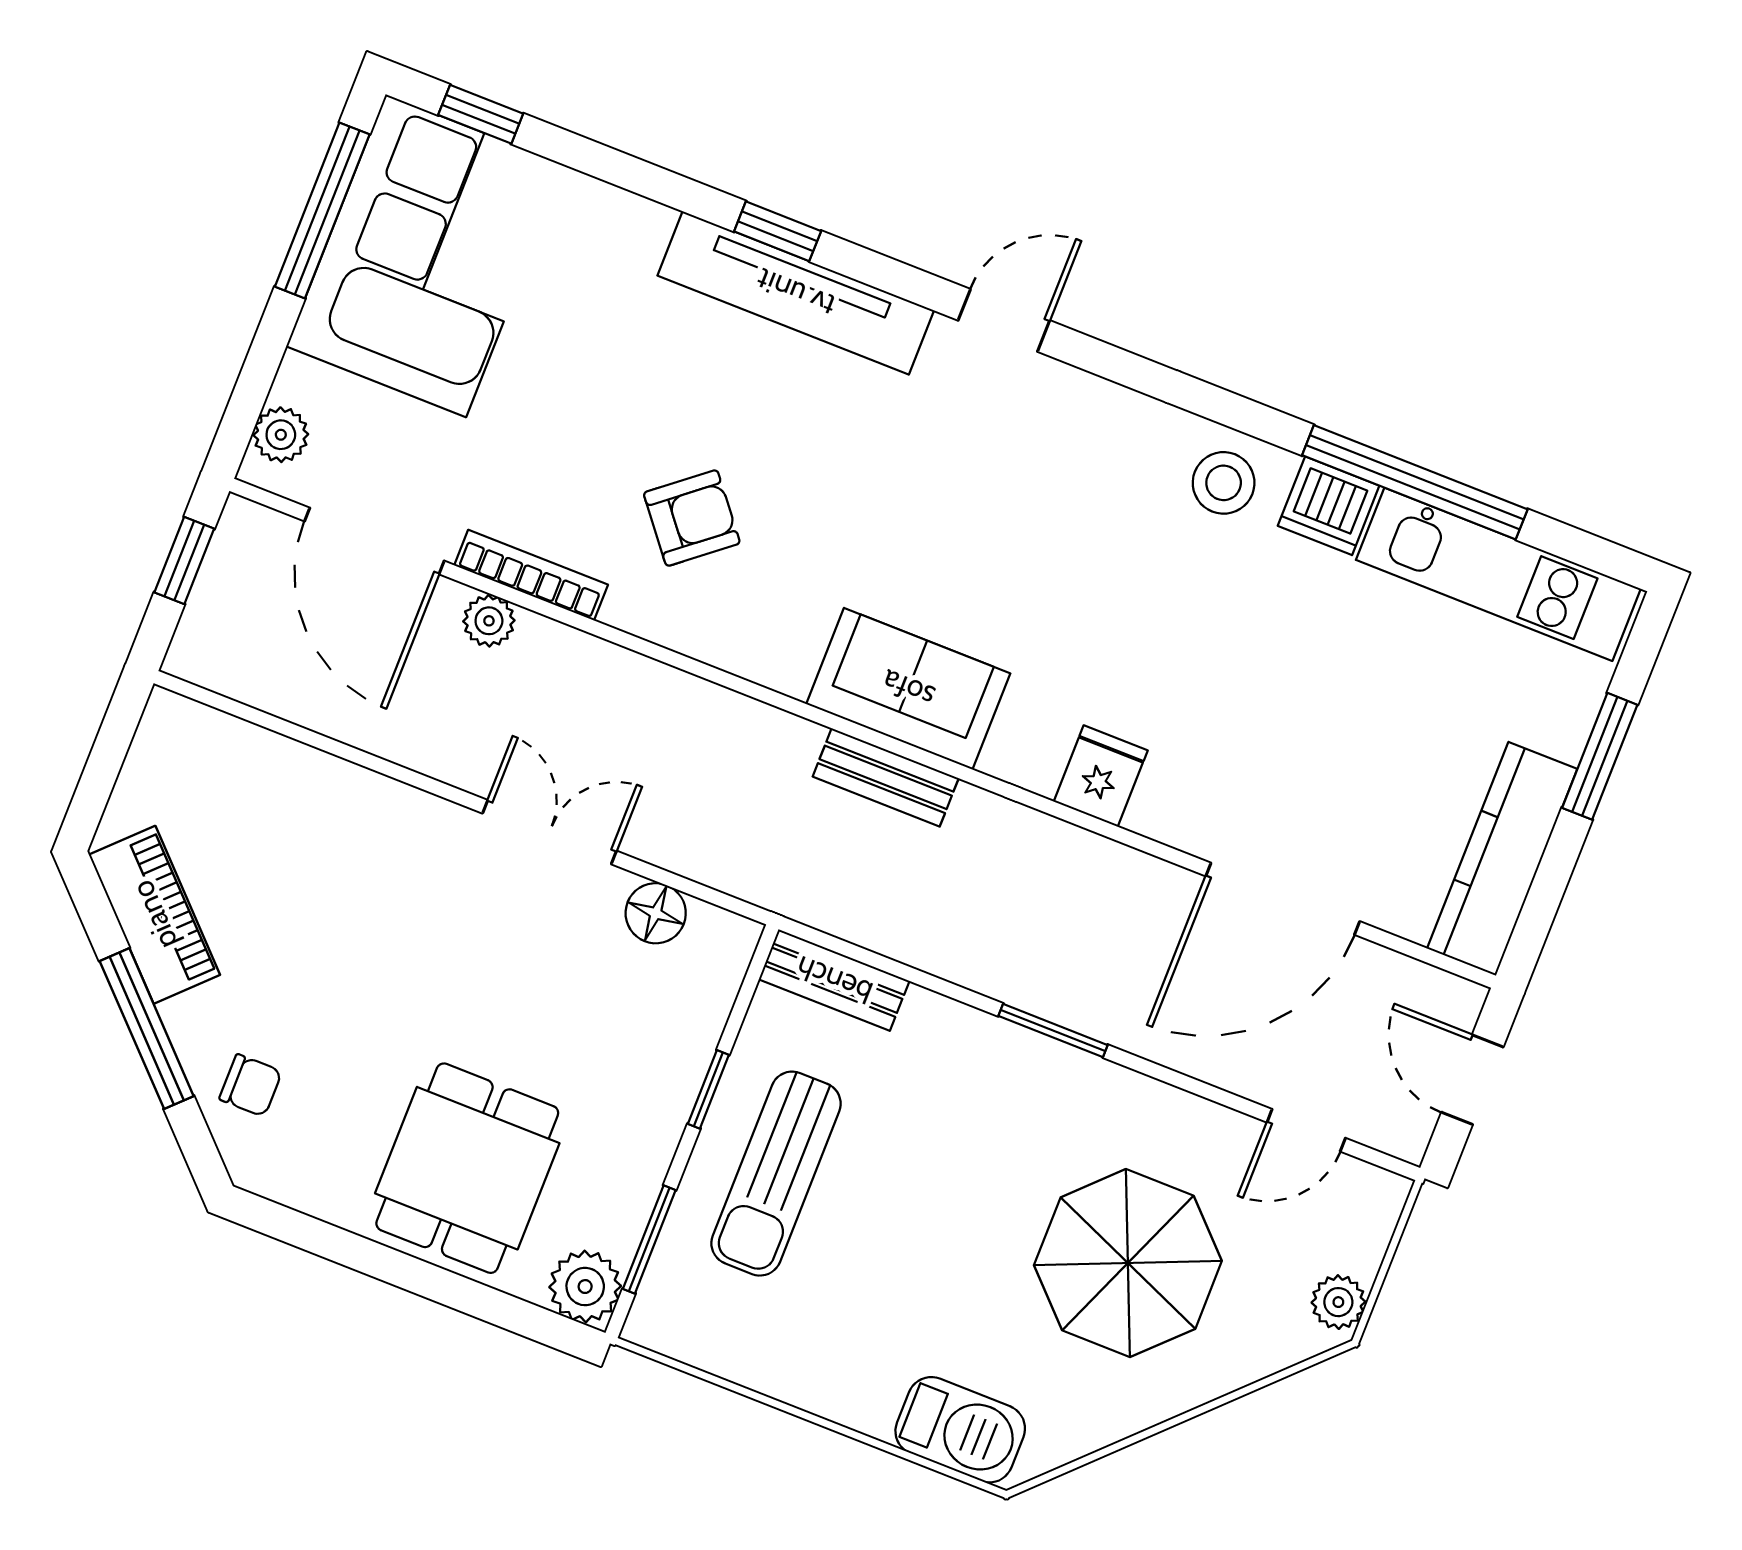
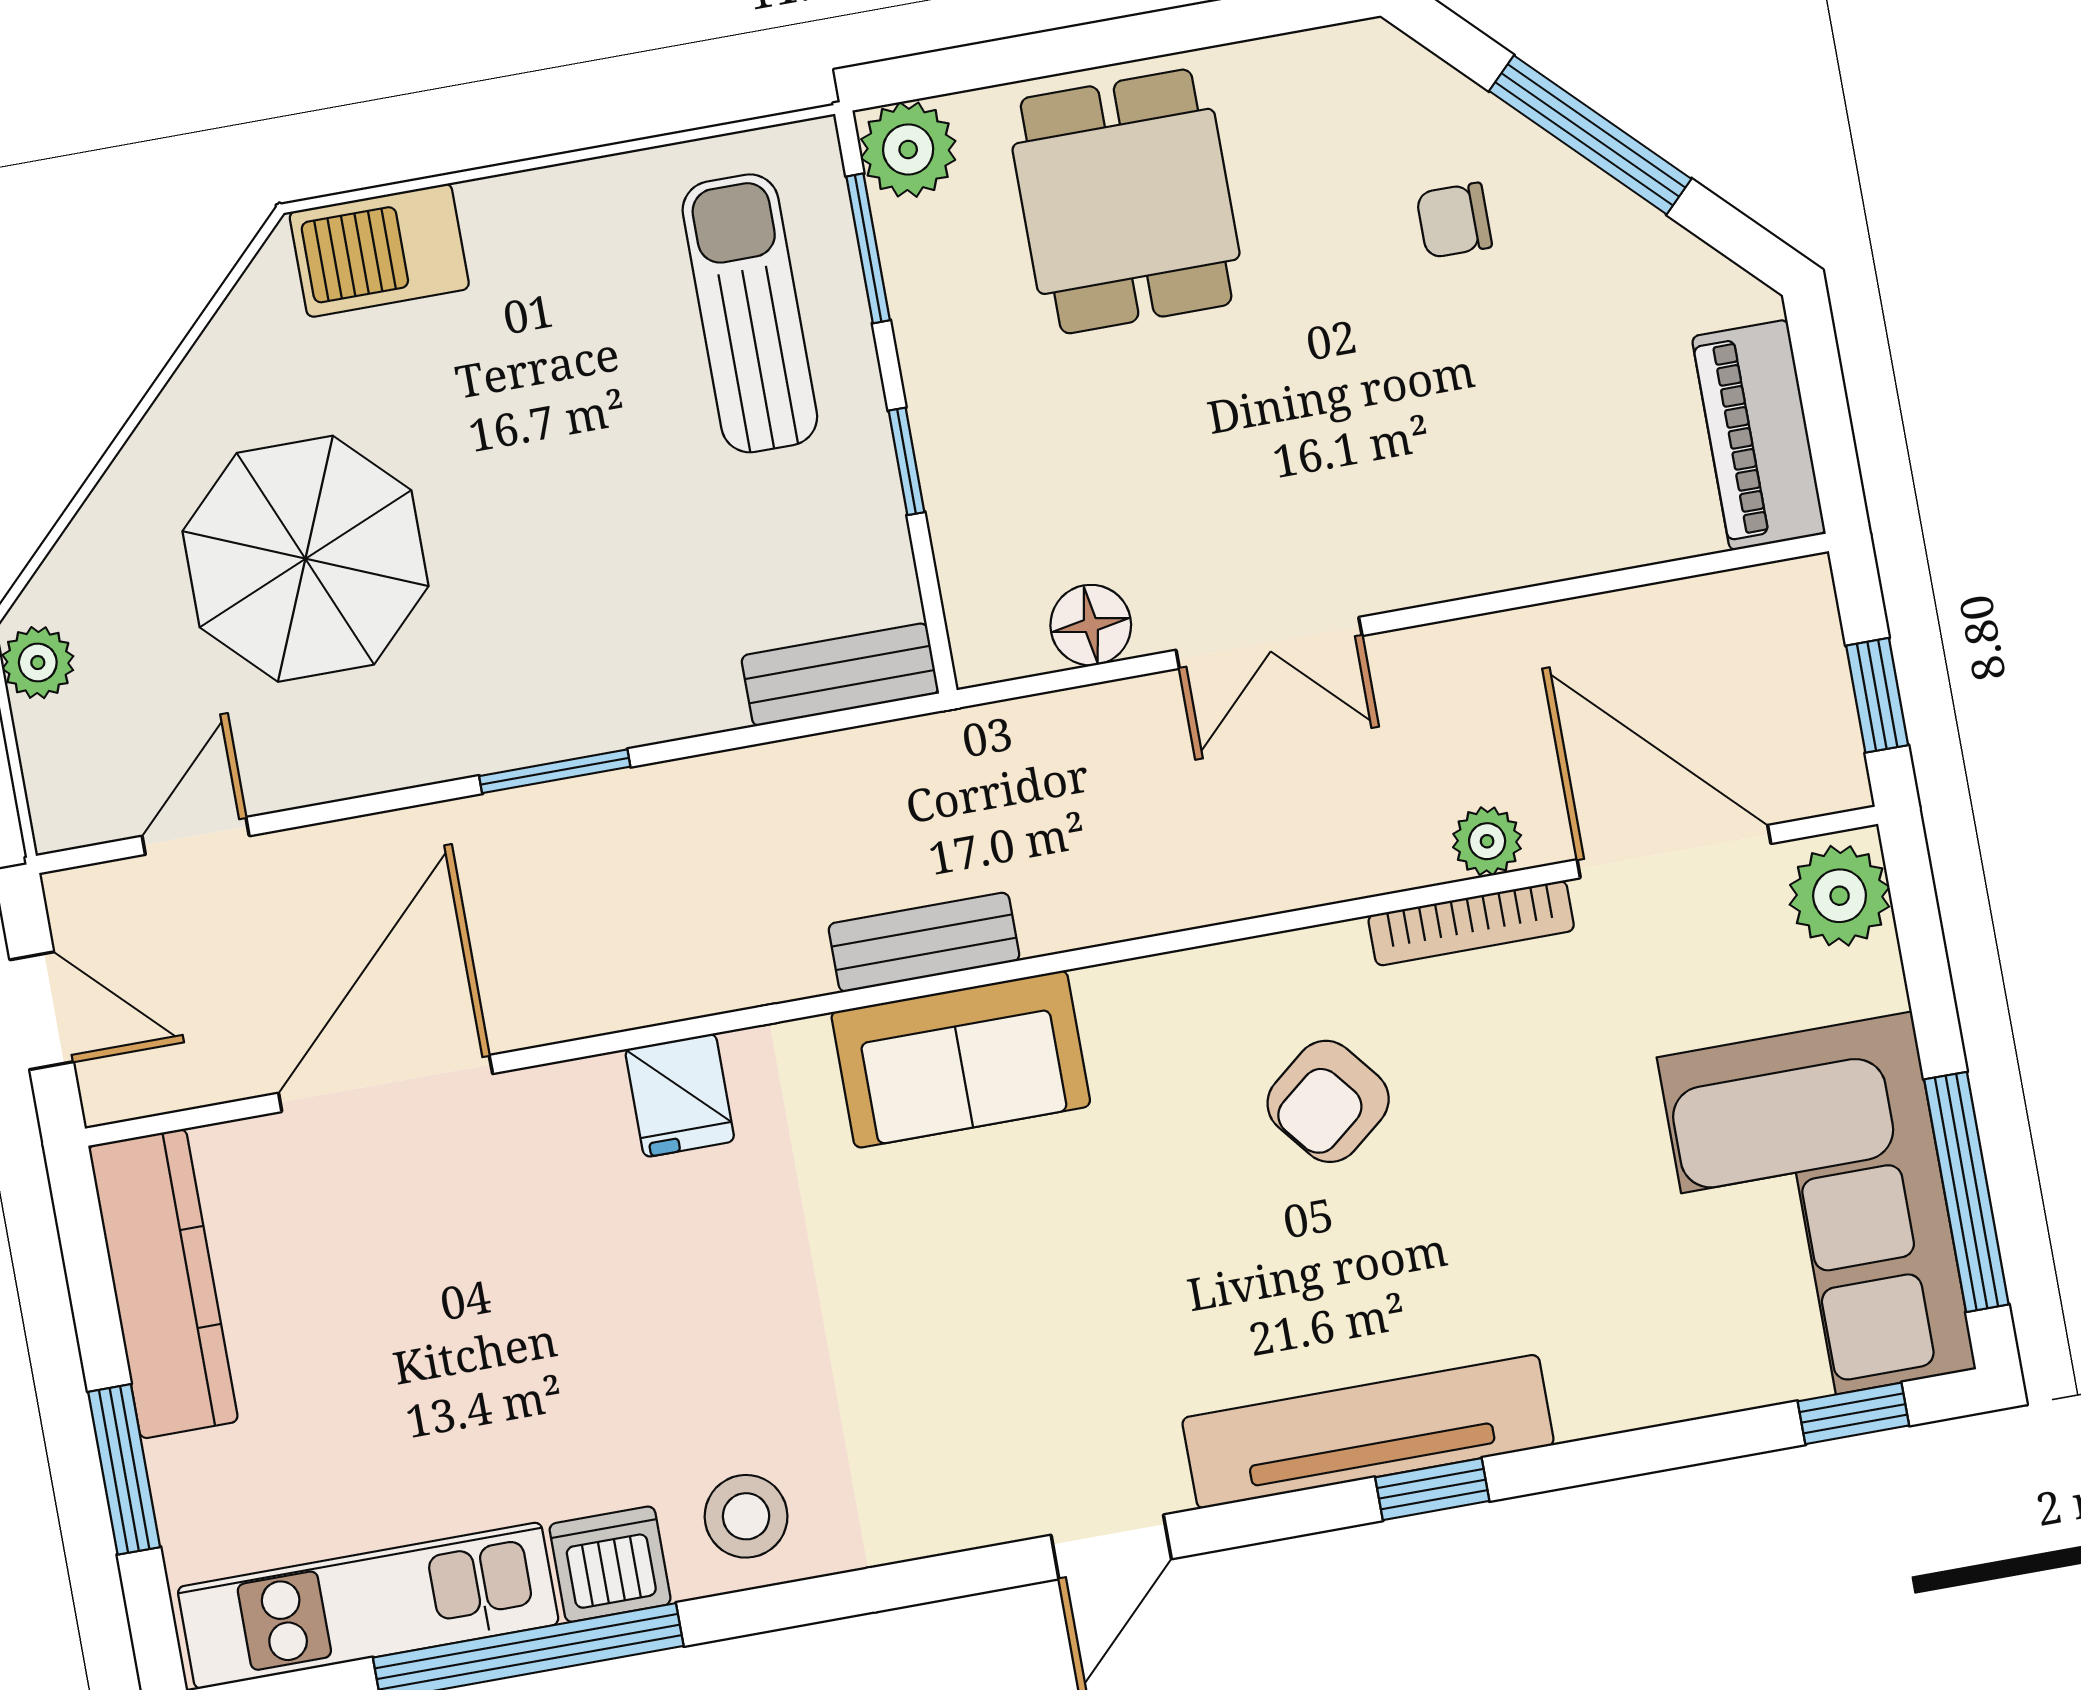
plant: (281, 435) -> (1840, 896), width x1.38, depth x1.38
piano: (154, 915) -> (1759, 435), moved, turned 45
chair: (251, 1085) -> (1454, 220), moved
sun lounger: (776, 1174) -> (750, 313), moved

